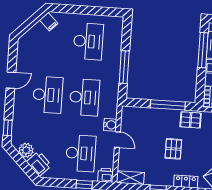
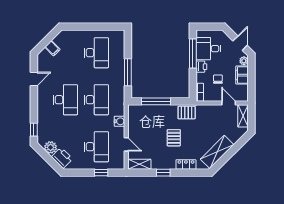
filing cabinet: (49, 22) -> (52, 48), moved
door: (11, 80) -> (34, 79), moved
window: (168, 105) -> (156, 101), moved
door: (117, 140) -> (126, 144), moved
printer: (105, 175) -> (118, 164), removed

